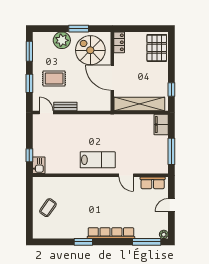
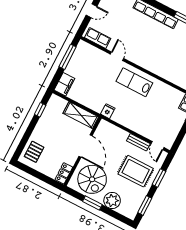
pallet: (157, 48) -> (34, 152), width x0.67, depth x0.71
rug: (54, 78) -> (136, 171), width x1.36, depth x1.43
shelving: (139, 104) -> (81, 115), width x0.68
fridge: (108, 120) -> (108, 111), added

